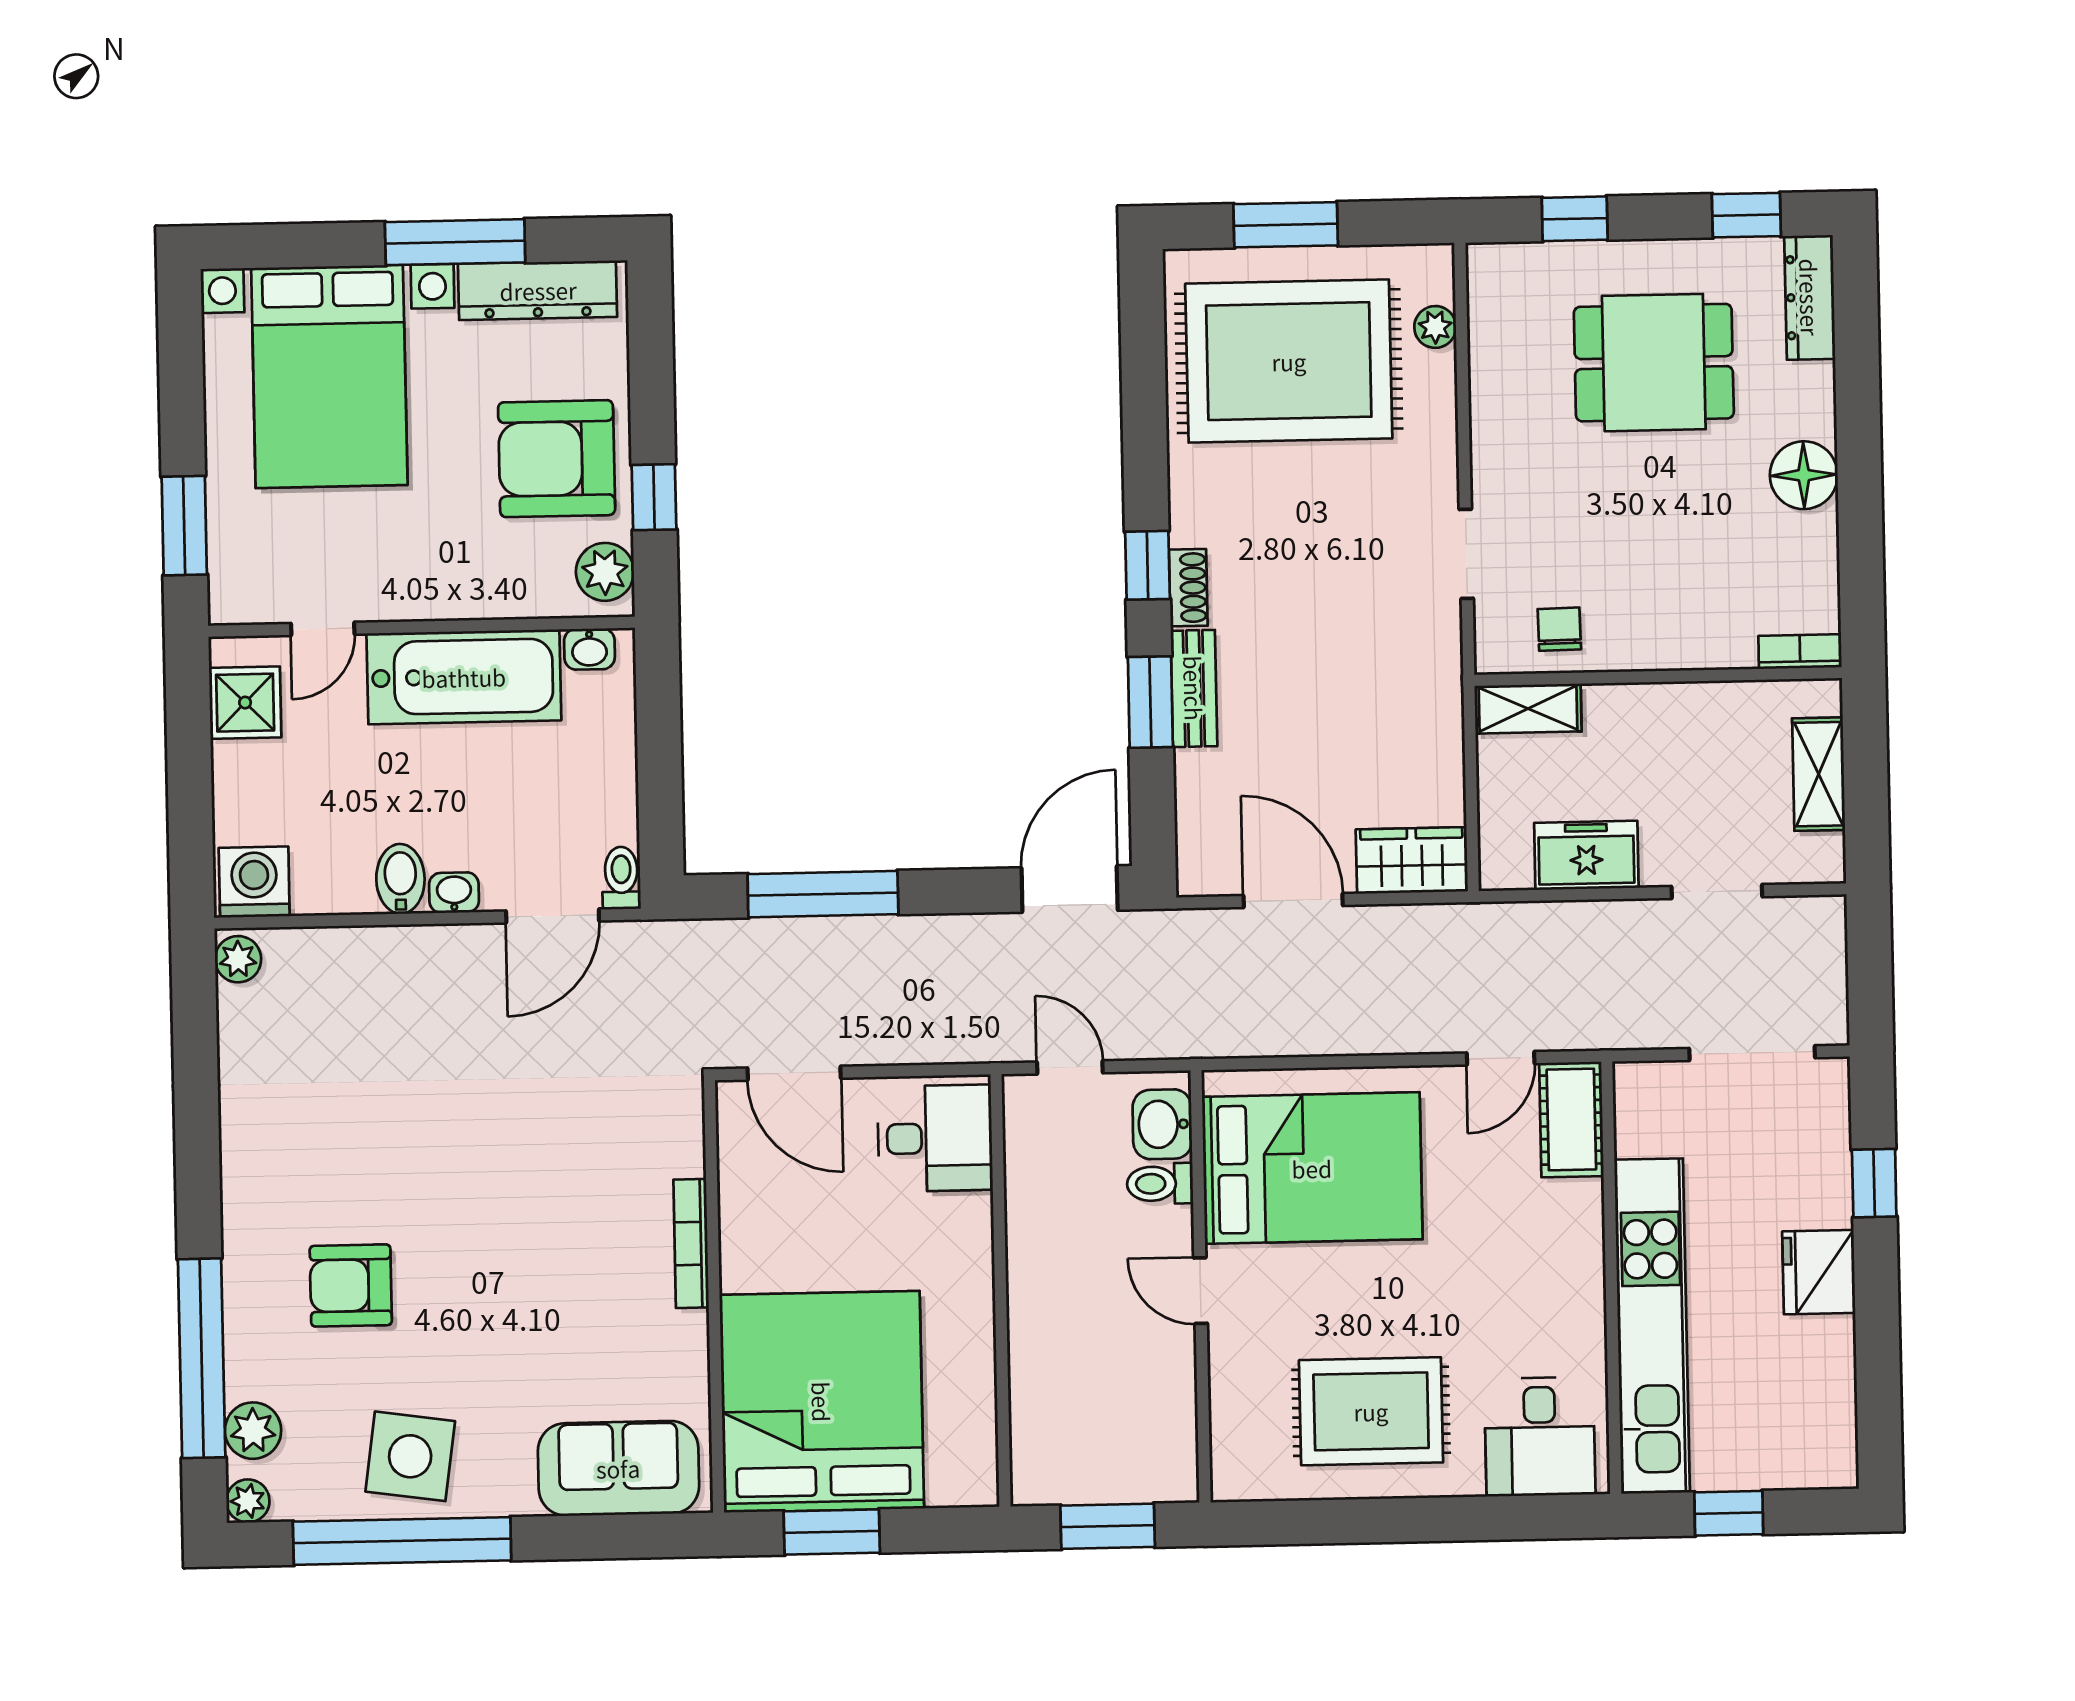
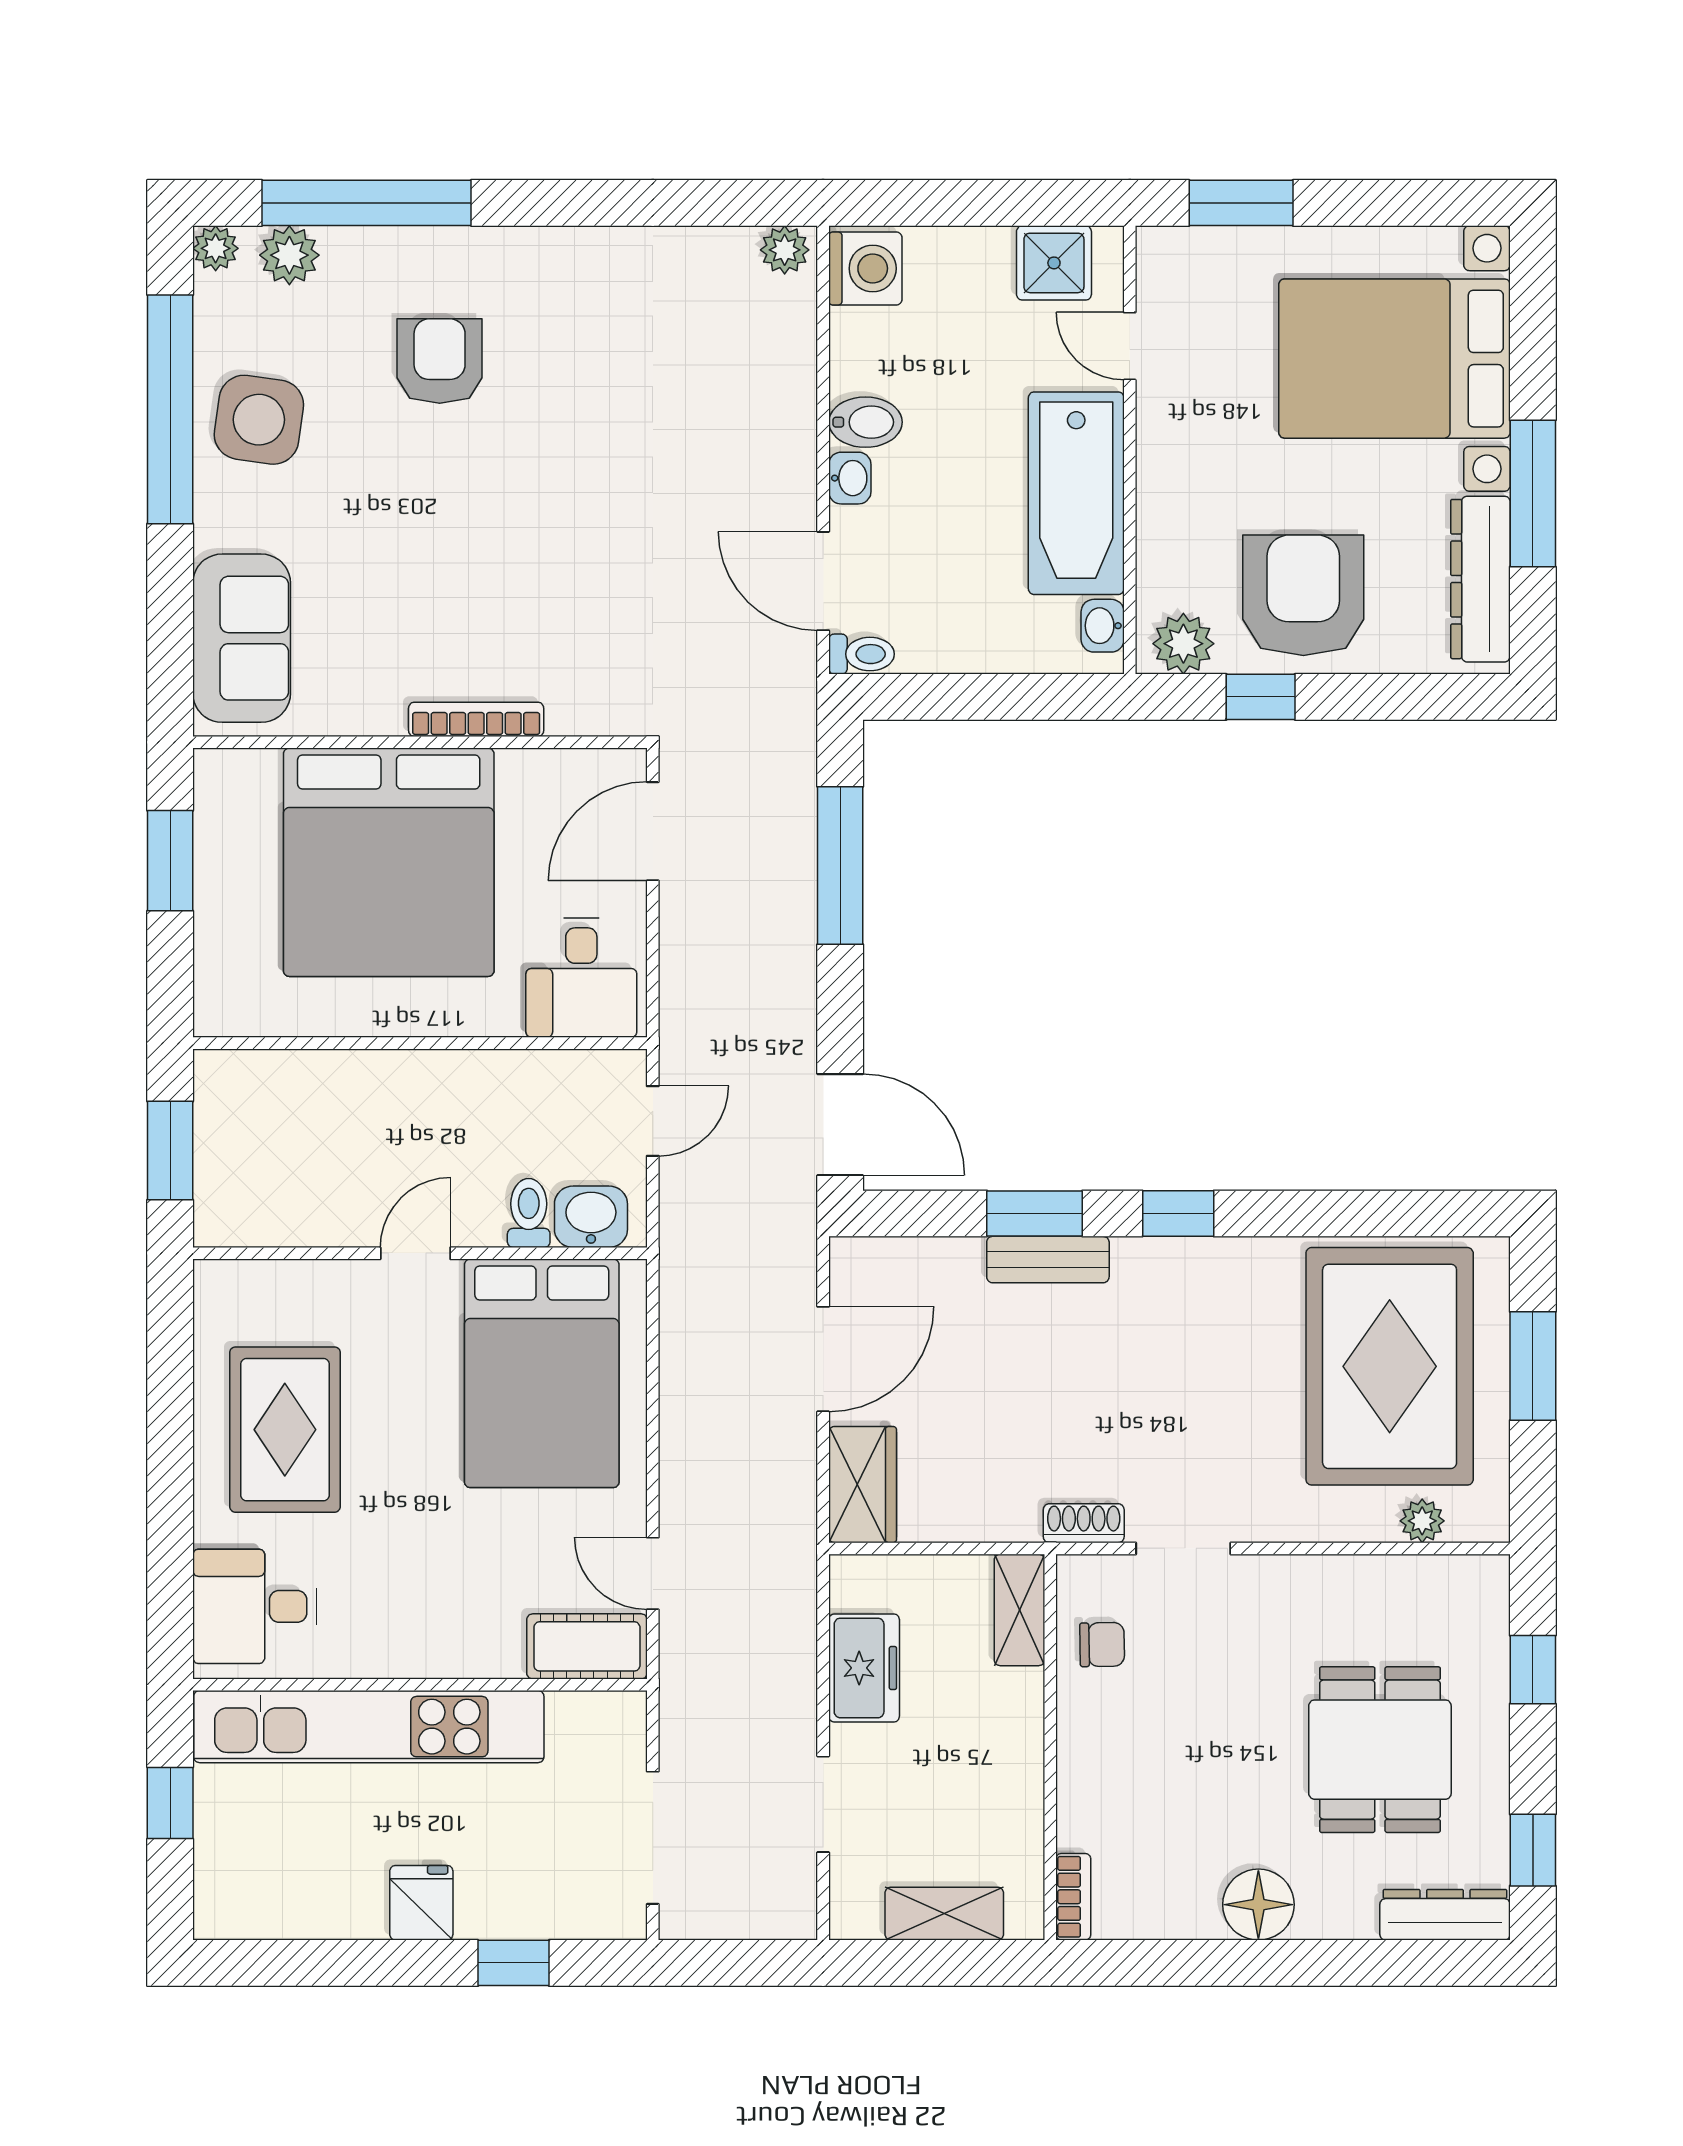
shoe rack: (1188, 588) -> (1084, 1523), moved, turned 180
fridge: (1819, 1272) -> (421, 1903), width x0.72
bed: (822, 1402) -> (389, 862), moved, turned 90

